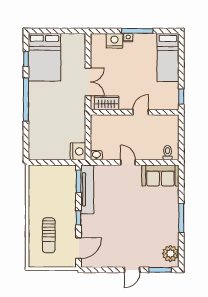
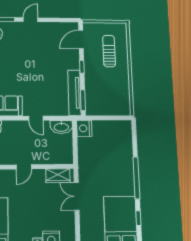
washbasin: (96, 155) -> (61, 127), width x1.91, depth x1.45

